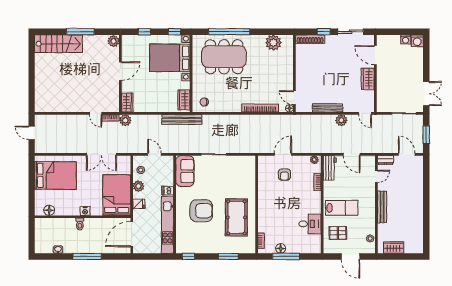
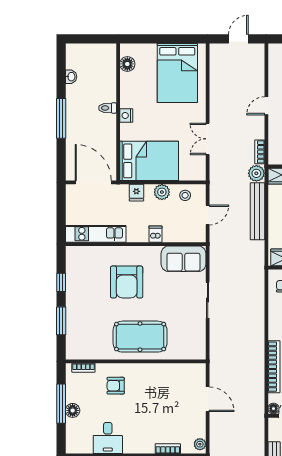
door: (96, 113) -> (266, 106), moved
bench: (182, 120) -> (257, 211), moved
double door: (101, 154) -> (208, 139), width x0.73
armchair: (284, 175) -> (116, 386), moved
pool table: (236, 217) -> (140, 337), moved
kitchen unit: (168, 225) -> (96, 234), width x0.73
floor lamp: (281, 248) -> (73, 410), moved
window: (188, 256) -> (61, 282), moved

